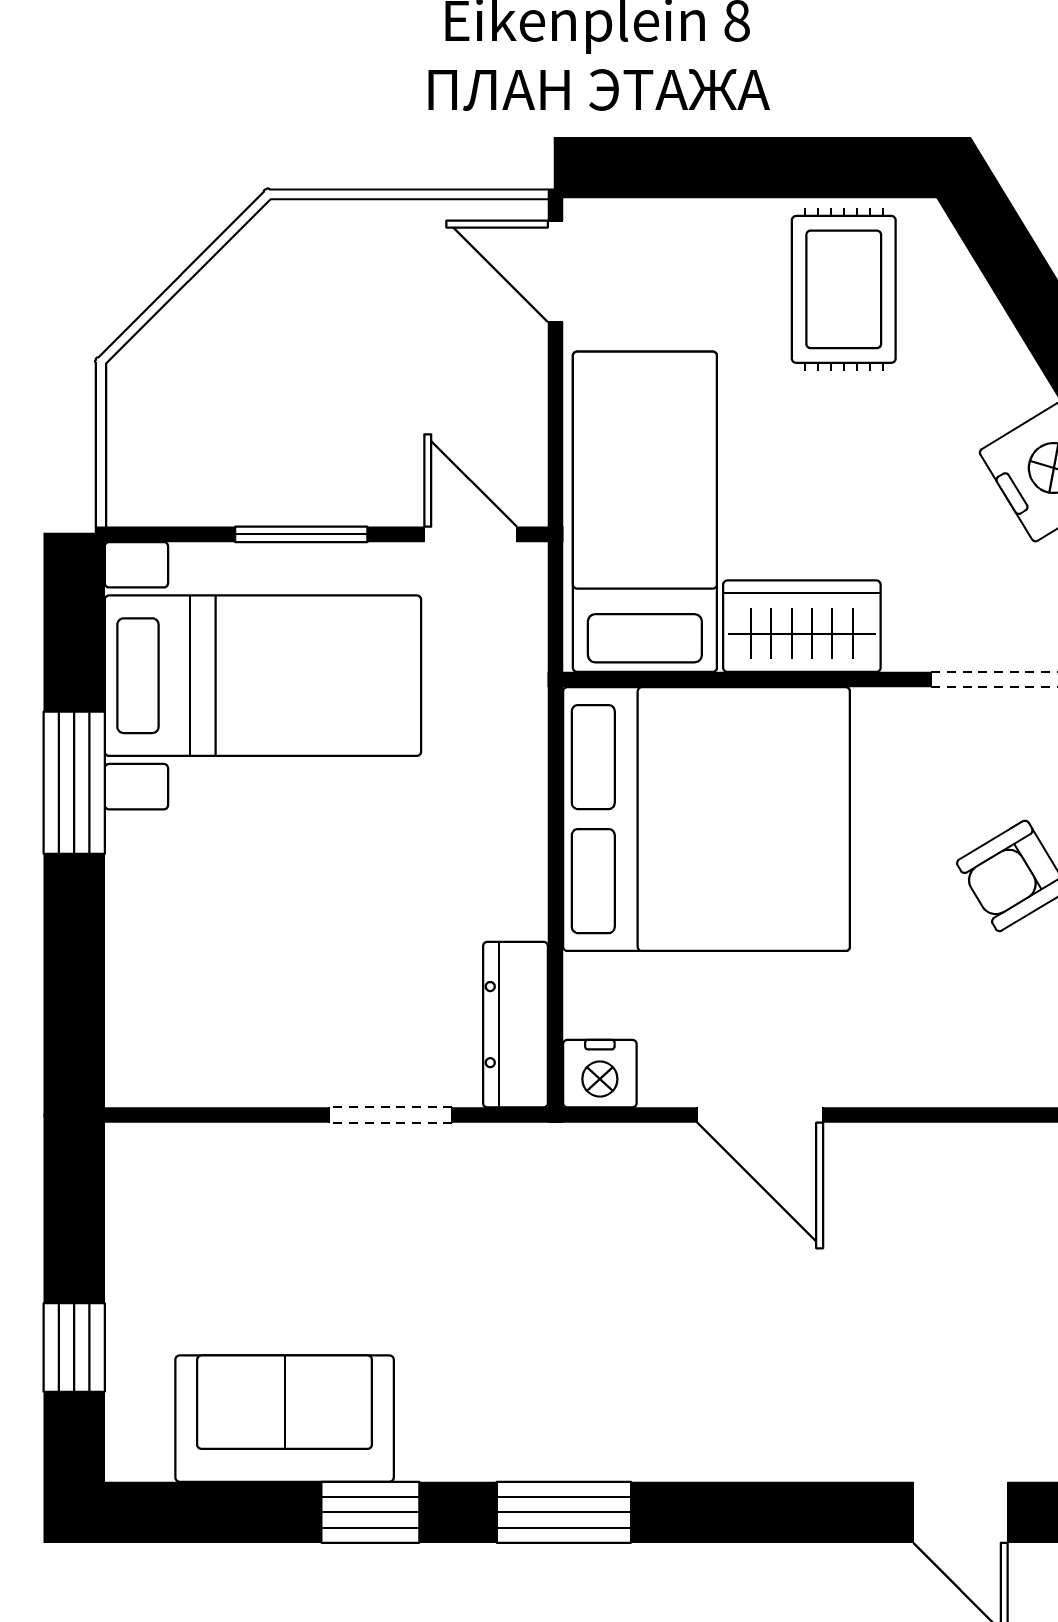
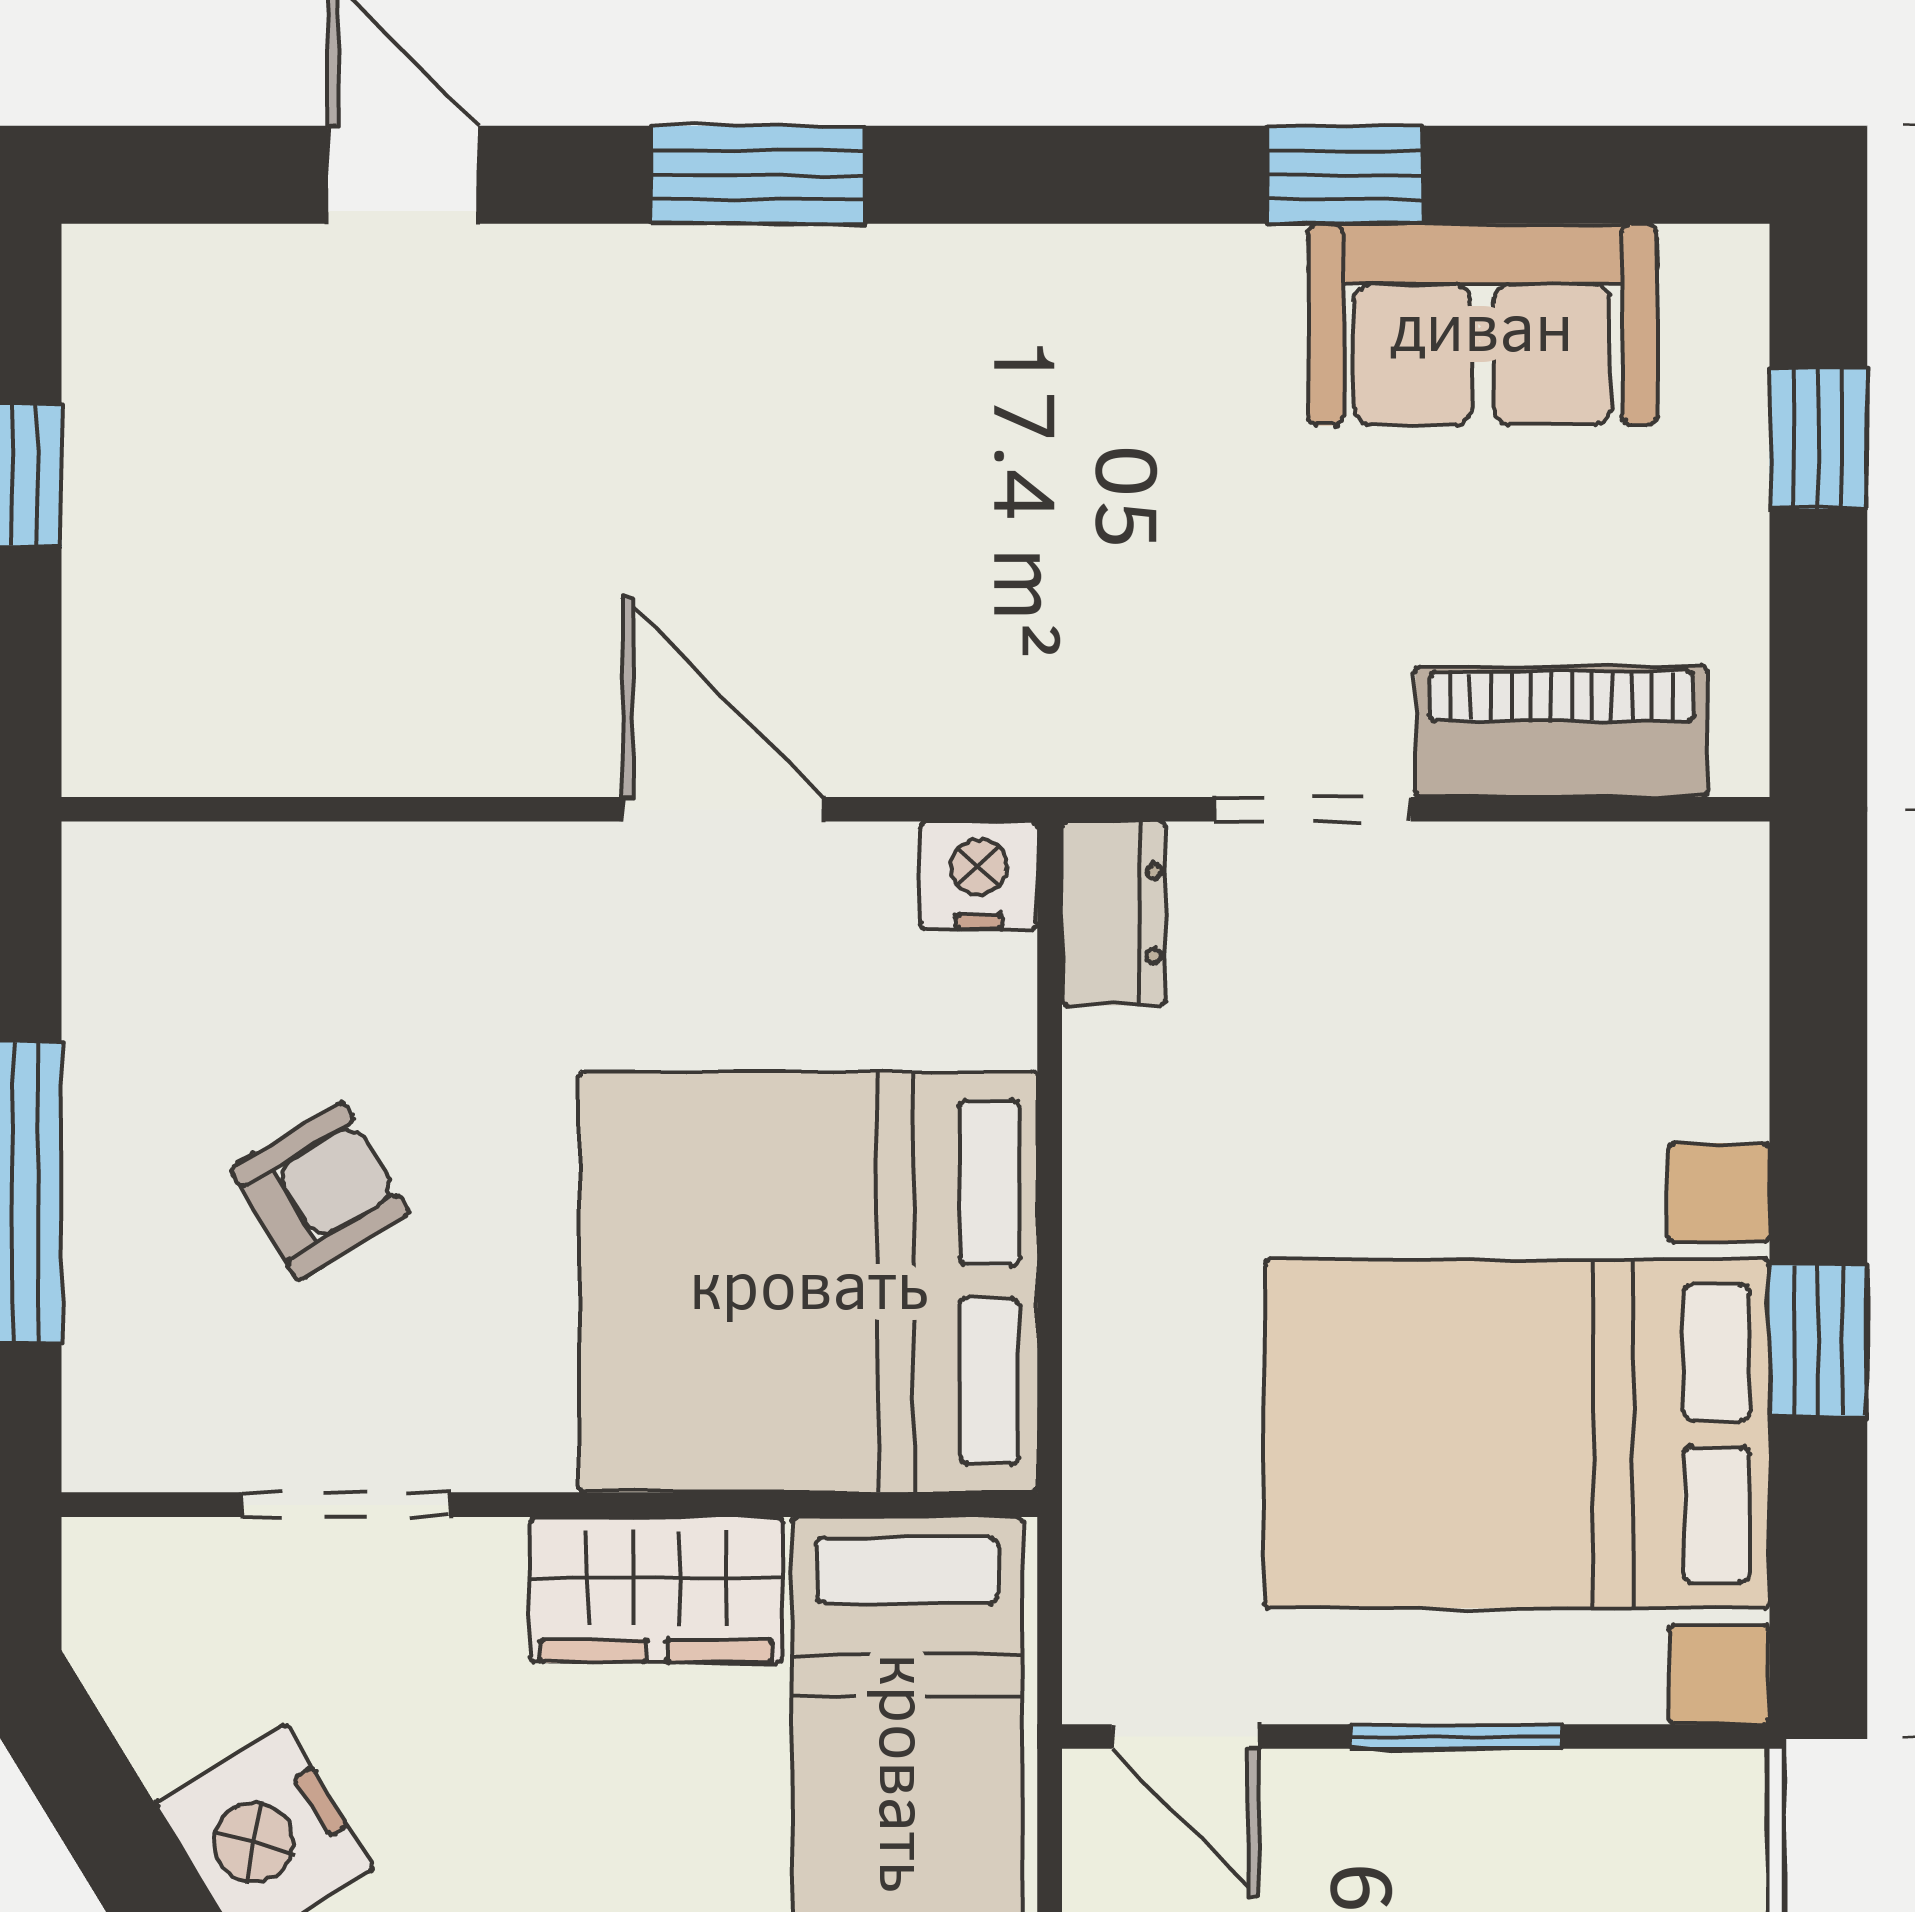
bed with nightstands: (263, 676) -> (1517, 1434), width x1.36
window: (74, 783) -> (1818, 1340), width x0.67
dresser: (515, 1025) -> (1114, 913), width x0.70
piano: (235, 1164) -> (1562, 732), added
window: (564, 1512) -> (758, 175), moved

